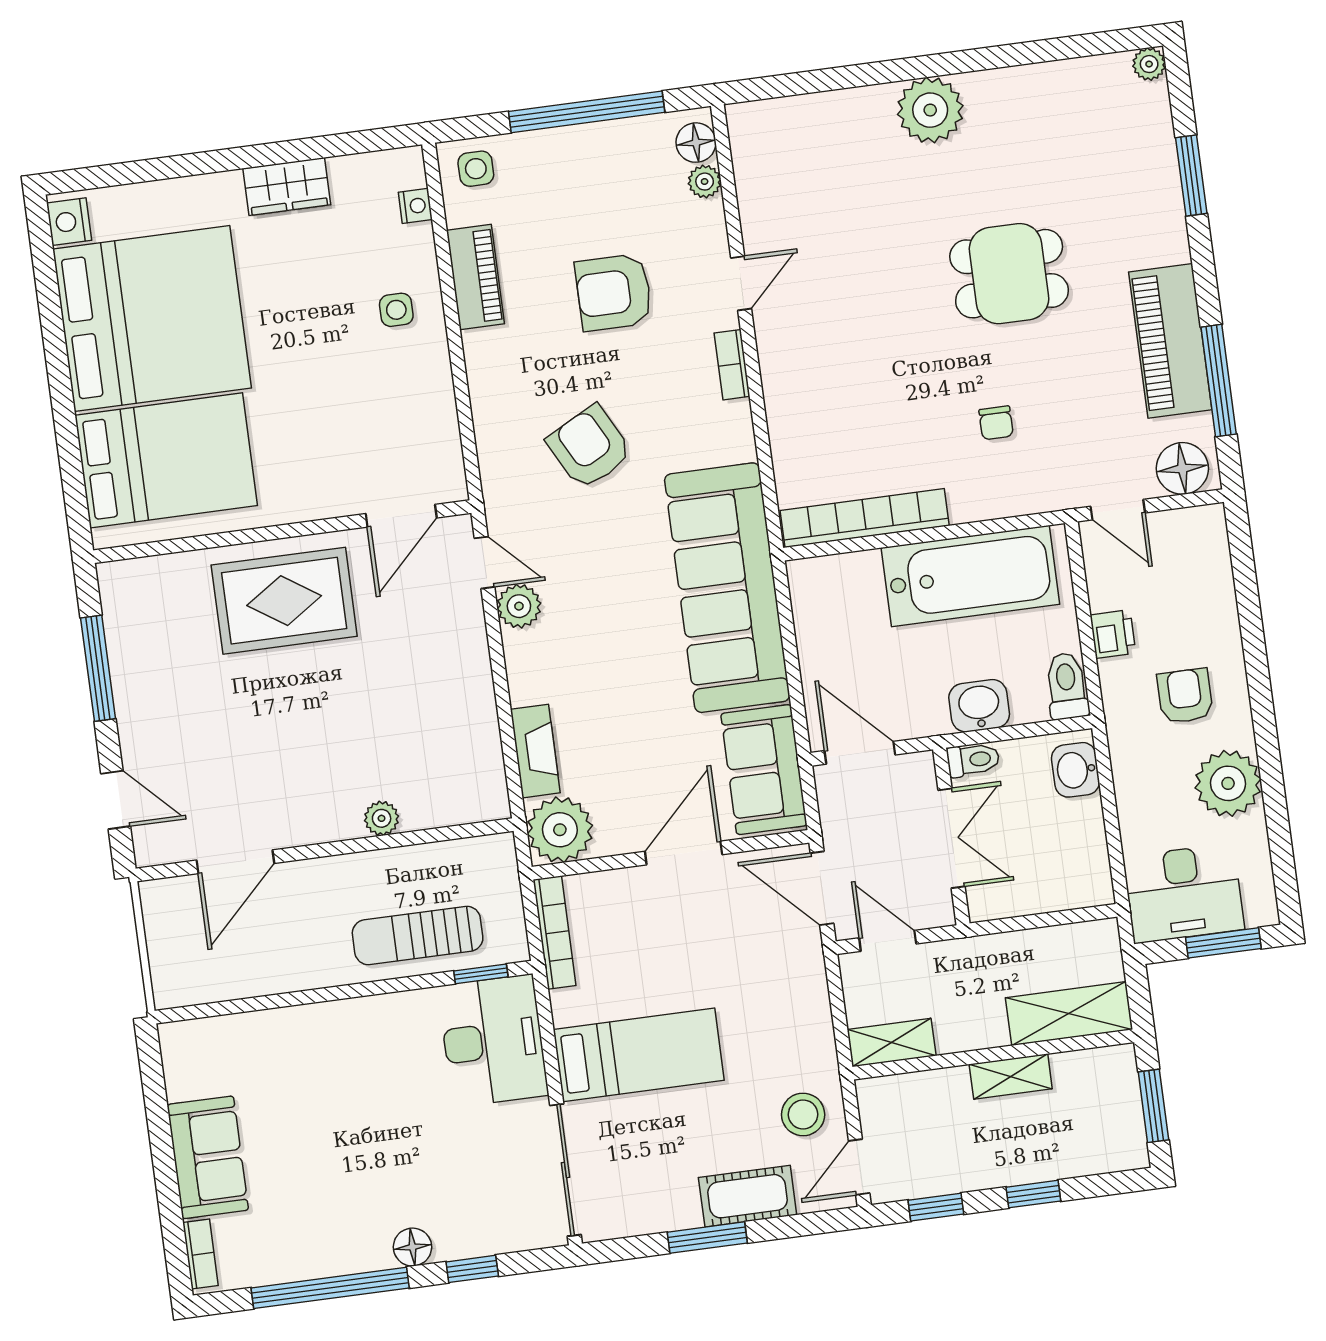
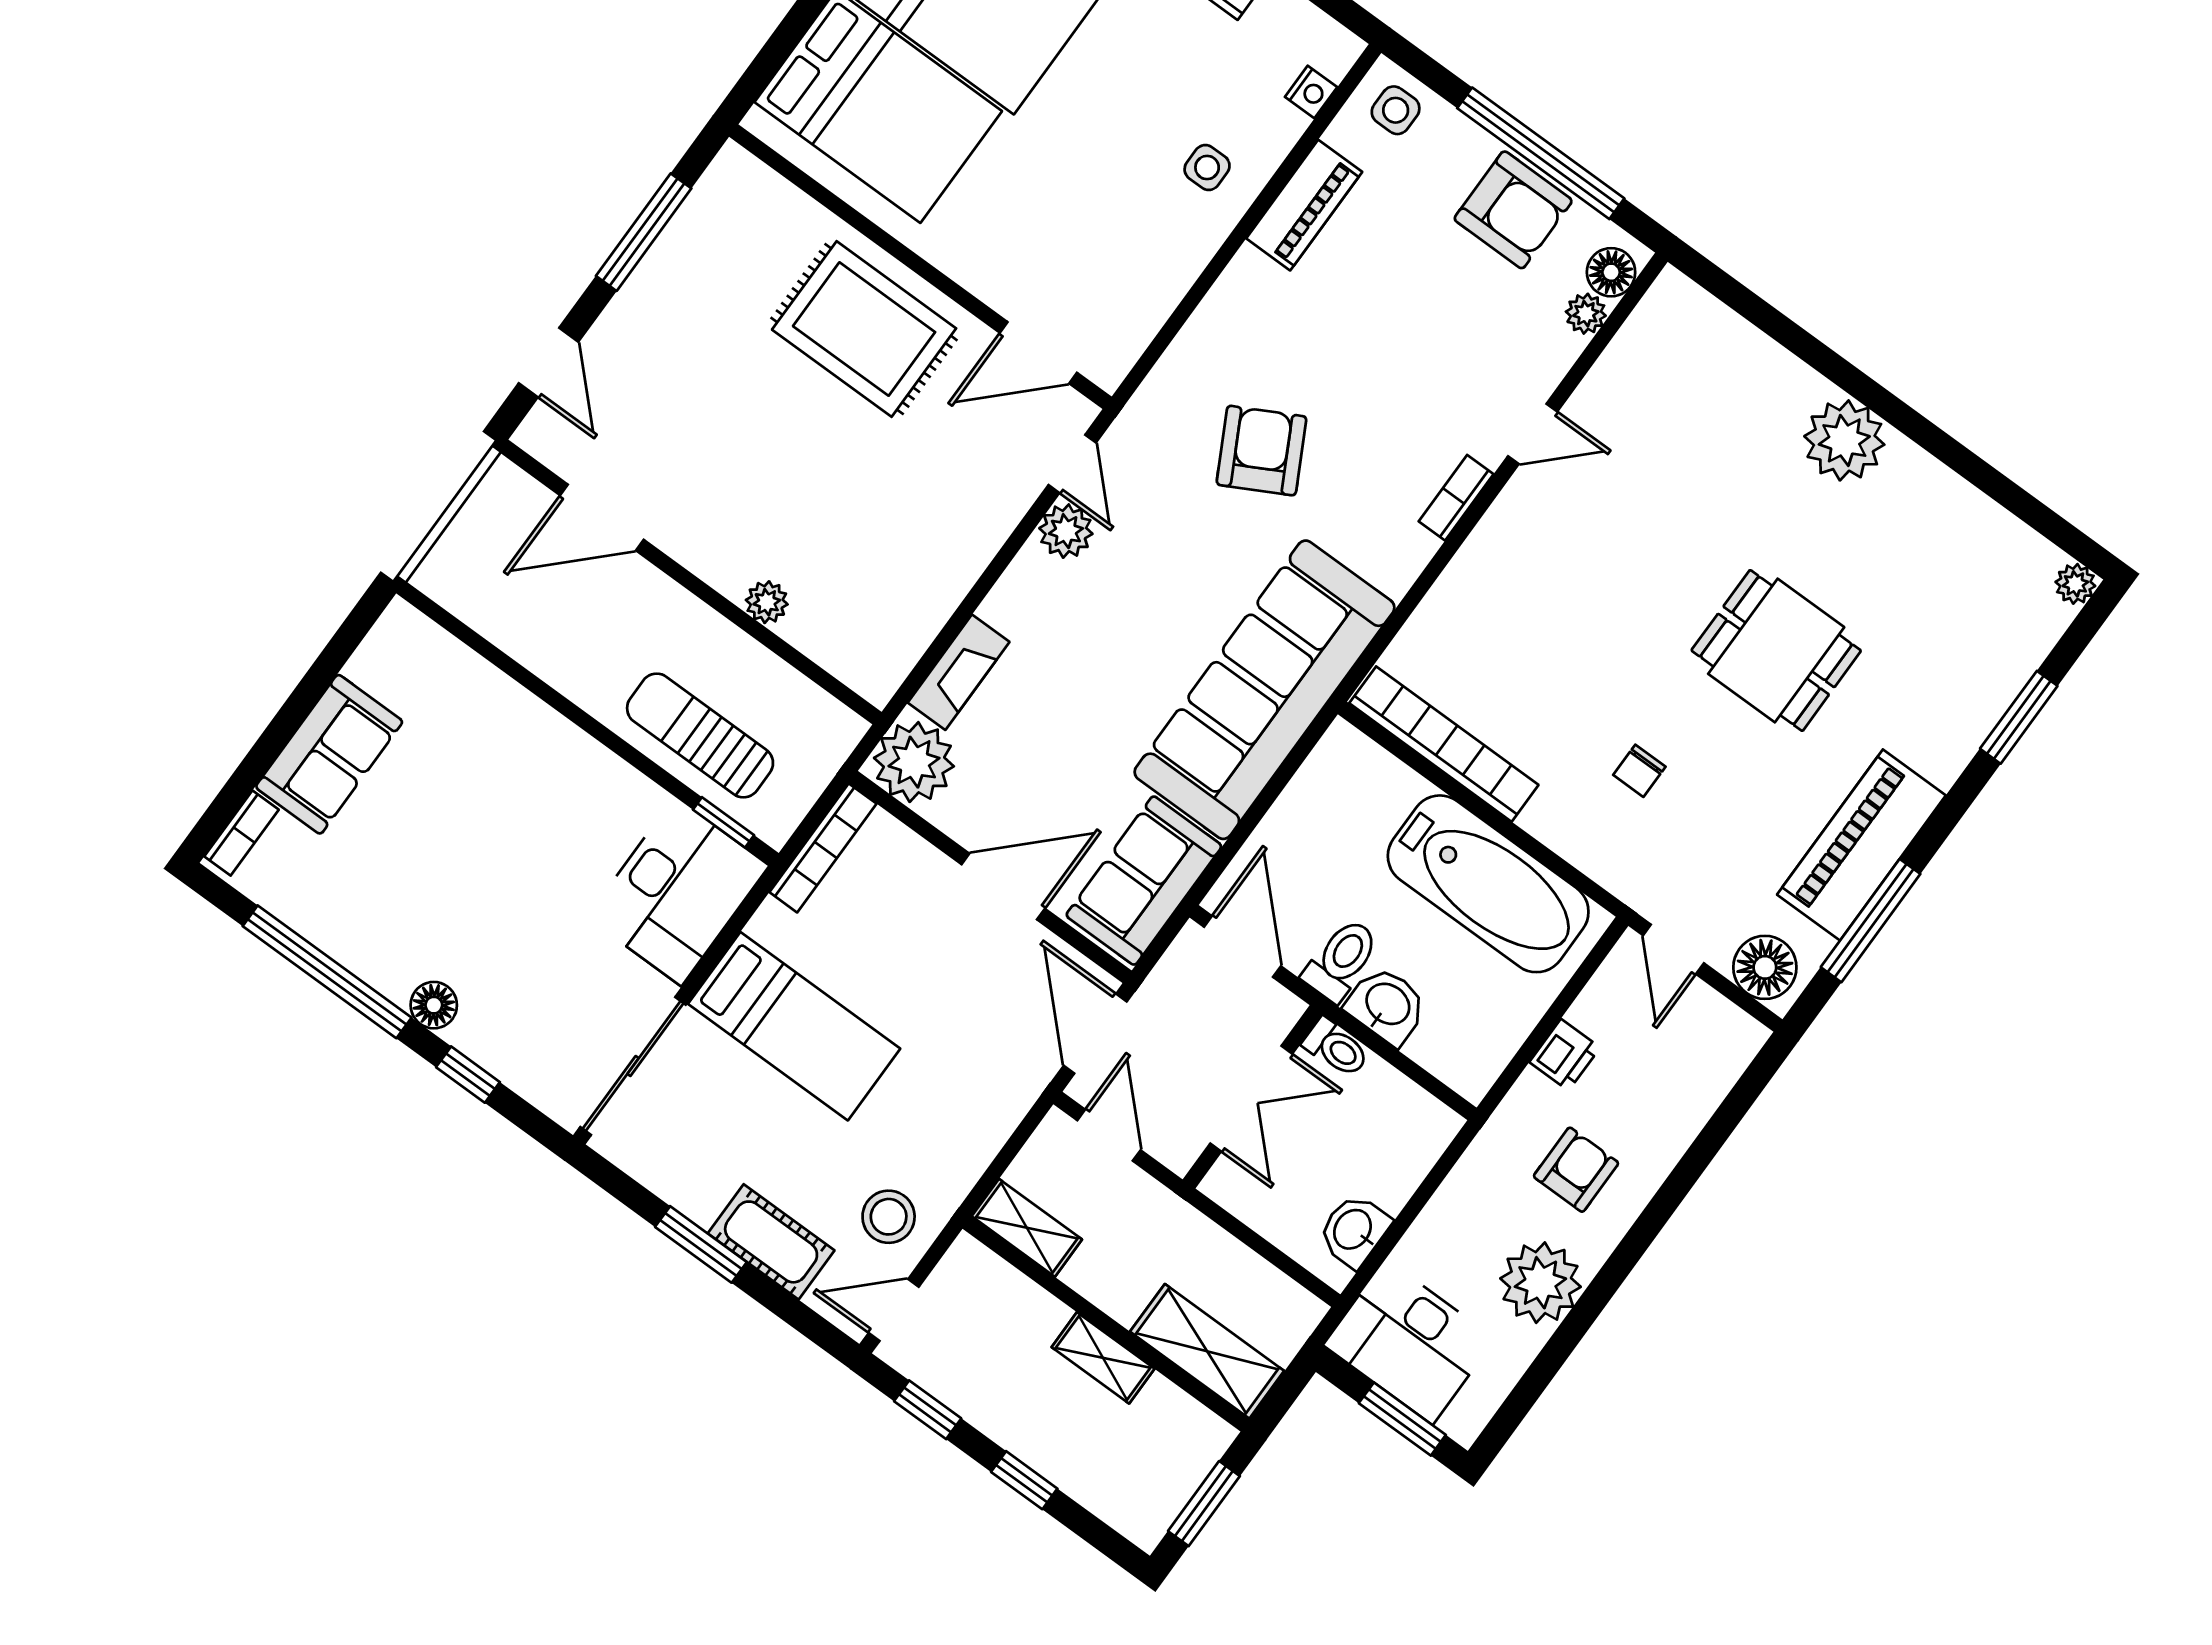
armchair: (614, 292) -> (1513, 210), moved, turned 180
toilet: (1067, 686) -> (1341, 960), moved
washbasin: (1076, 770) -> (1354, 1230), moved

